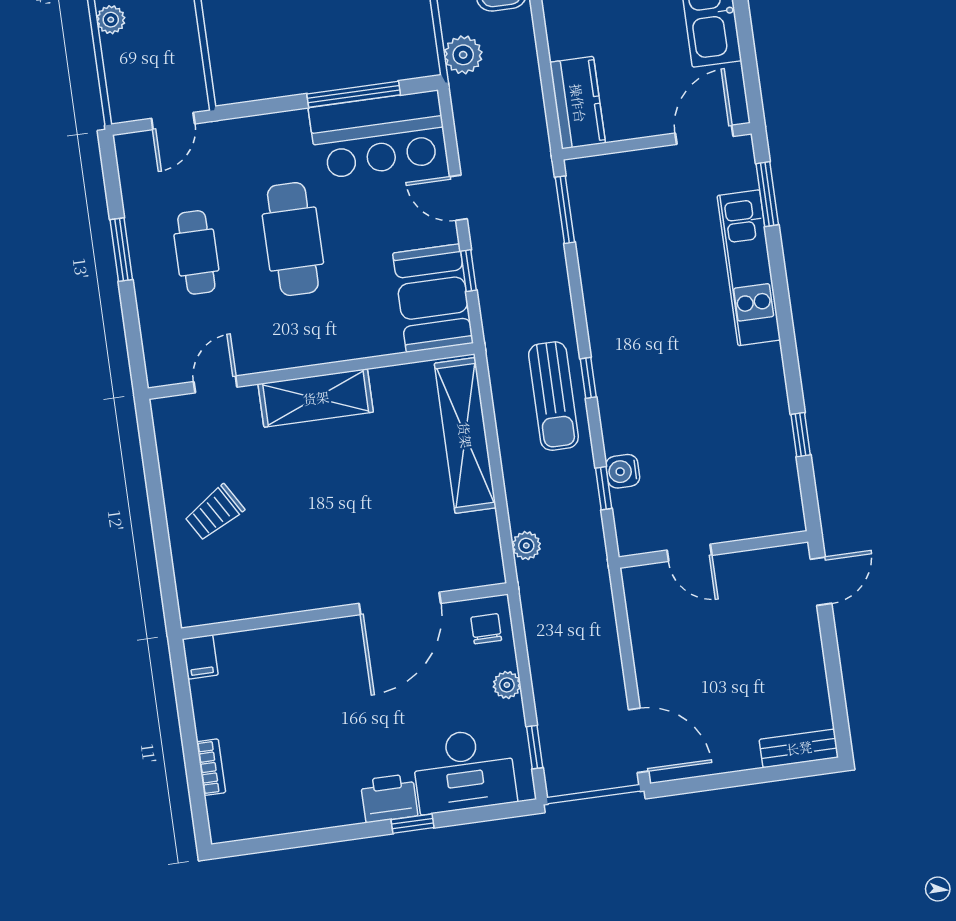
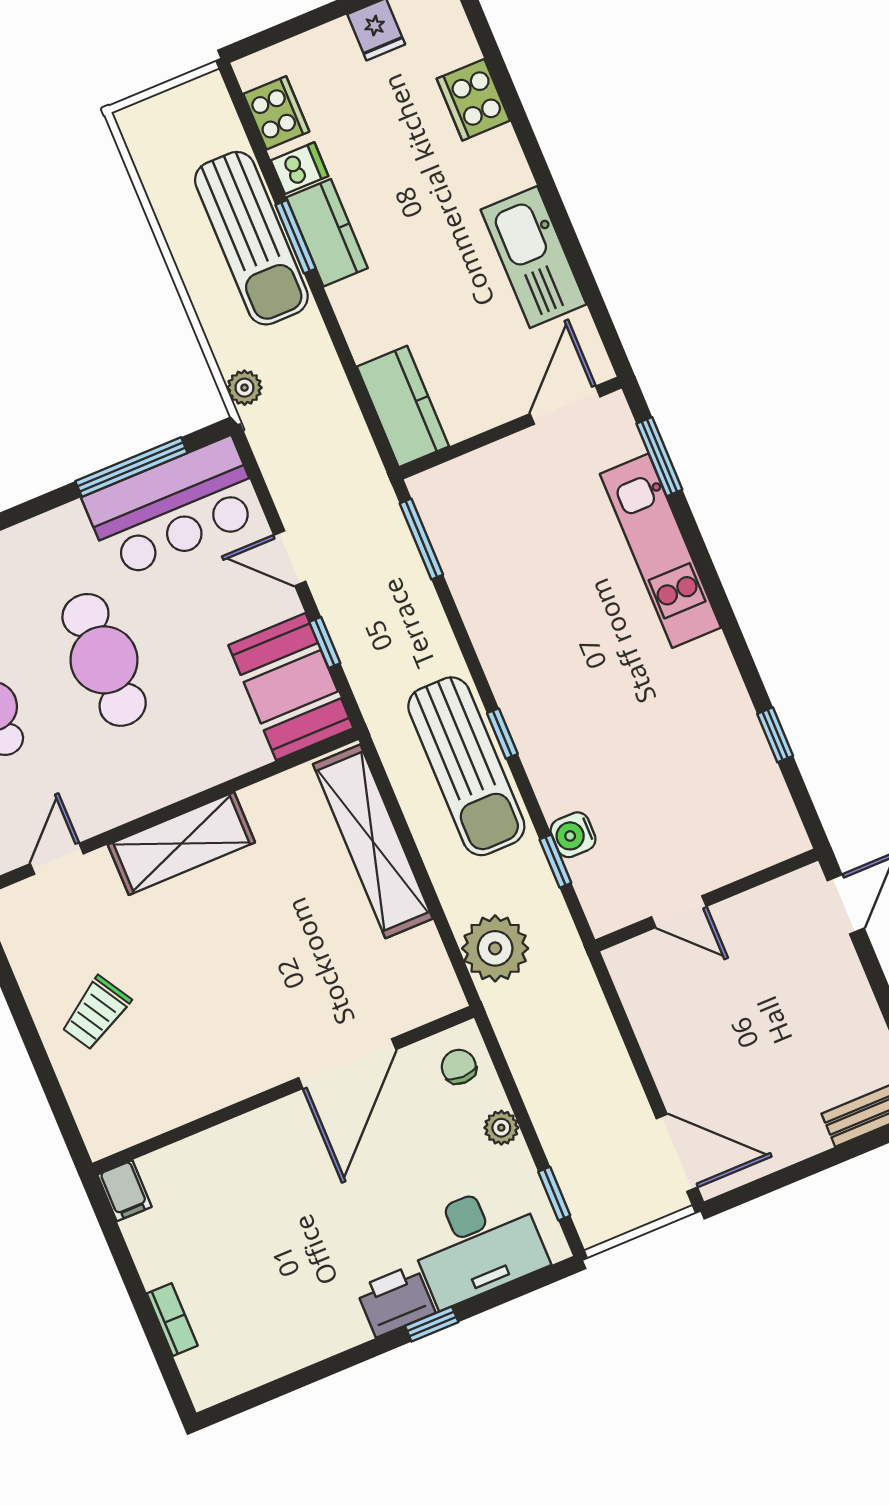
plant: (463, 55) -> (244, 388), width x0.73, depth x0.73
sun lounger: (553, 396) -> (466, 766), width x1.36, depth x1.34
plant: (526, 546) -> (495, 948), width x1.88, depth x1.88

